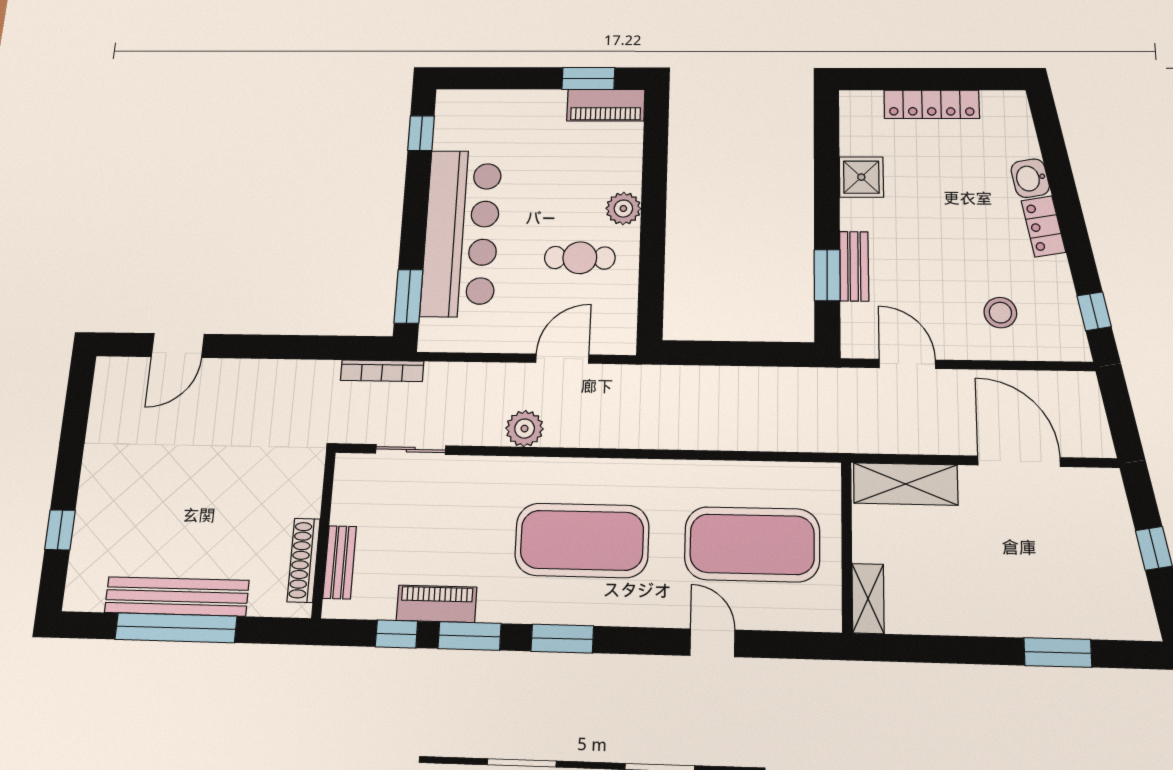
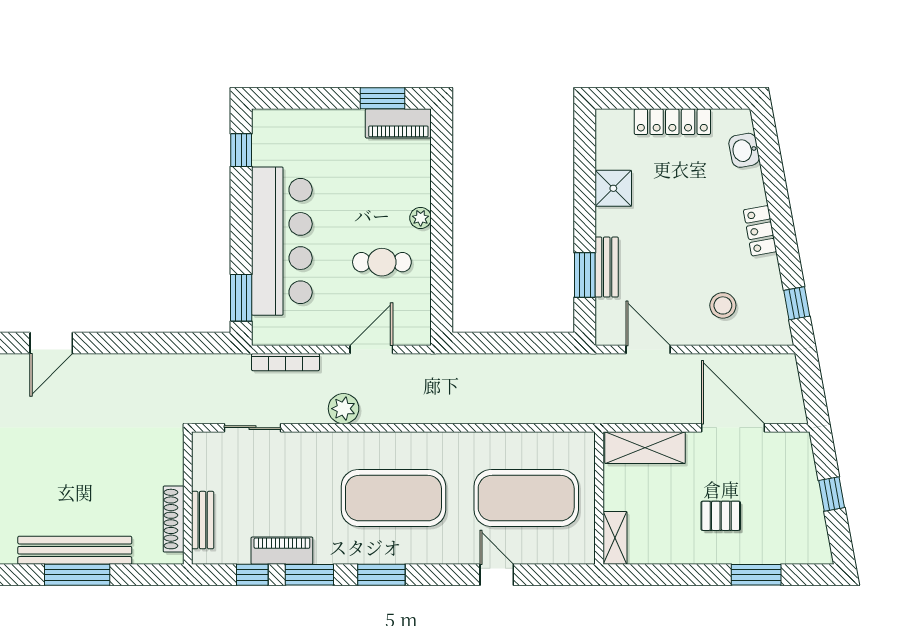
washbasin: (1030, 178) -> (744, 150), moved
plant: (623, 209) -> (421, 218), width x0.73, depth x0.73
bookcase: (382, 371) -> (285, 362), moved
pallet: (1007, 573) -> (721, 516), added
window: (176, 628) -> (77, 575), width x0.68

